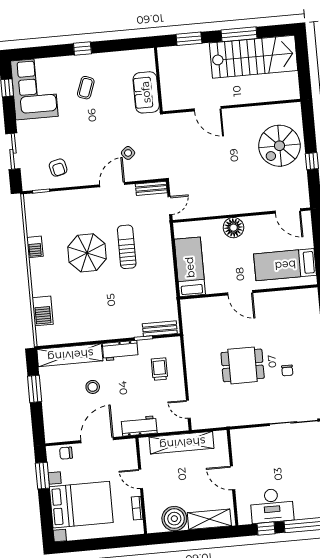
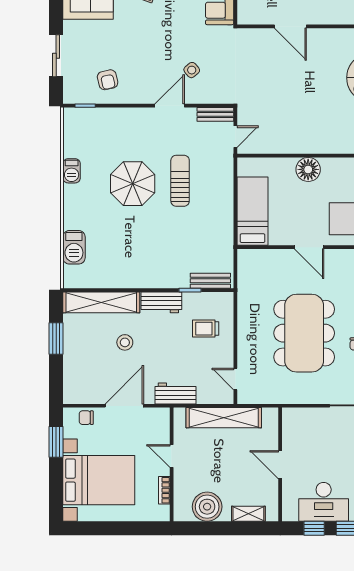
dining table: (243, 365) -> (304, 333), width x1.88, depth x1.24
trolley: (159, 369) -> (206, 329), turned -90
shelving: (209, 519) -> (248, 514), width x0.67, depth x0.75

